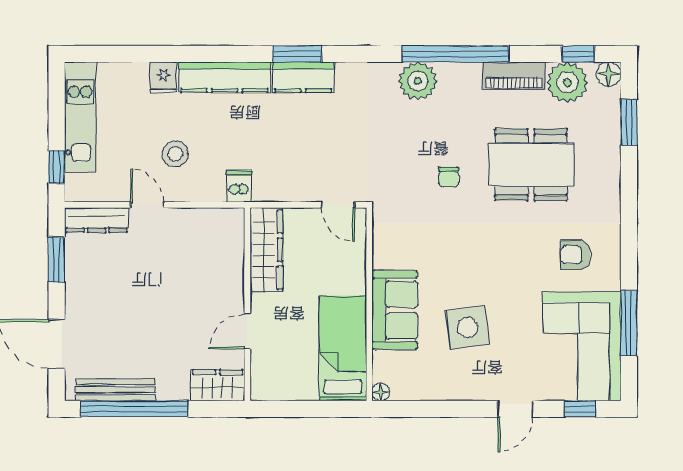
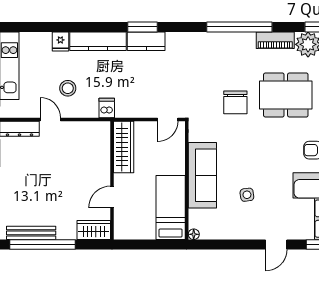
plant: (418, 81) -> (216, 44), removed
chair: (449, 177) -> (235, 102), width x1.87, depth x1.87
door: (338, 205) -> (168, 120), hinge flipped
sofa: (395, 310) -> (202, 175), width x1.36
side table: (468, 328) -> (247, 195), width x0.54, depth x0.54

